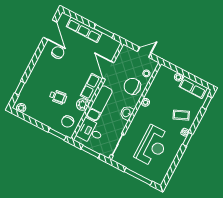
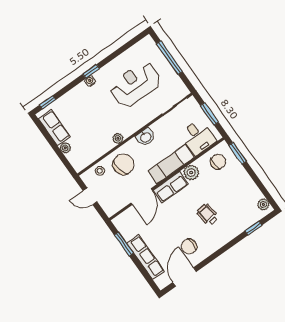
chair: (132, 86) -> (123, 164), turned -102
wheelchair: (58, 97) -> (208, 215), moved
coffee table: (181, 115) -> (84, 103), removed

